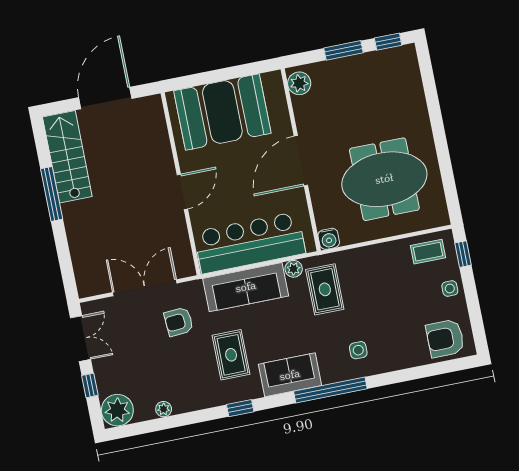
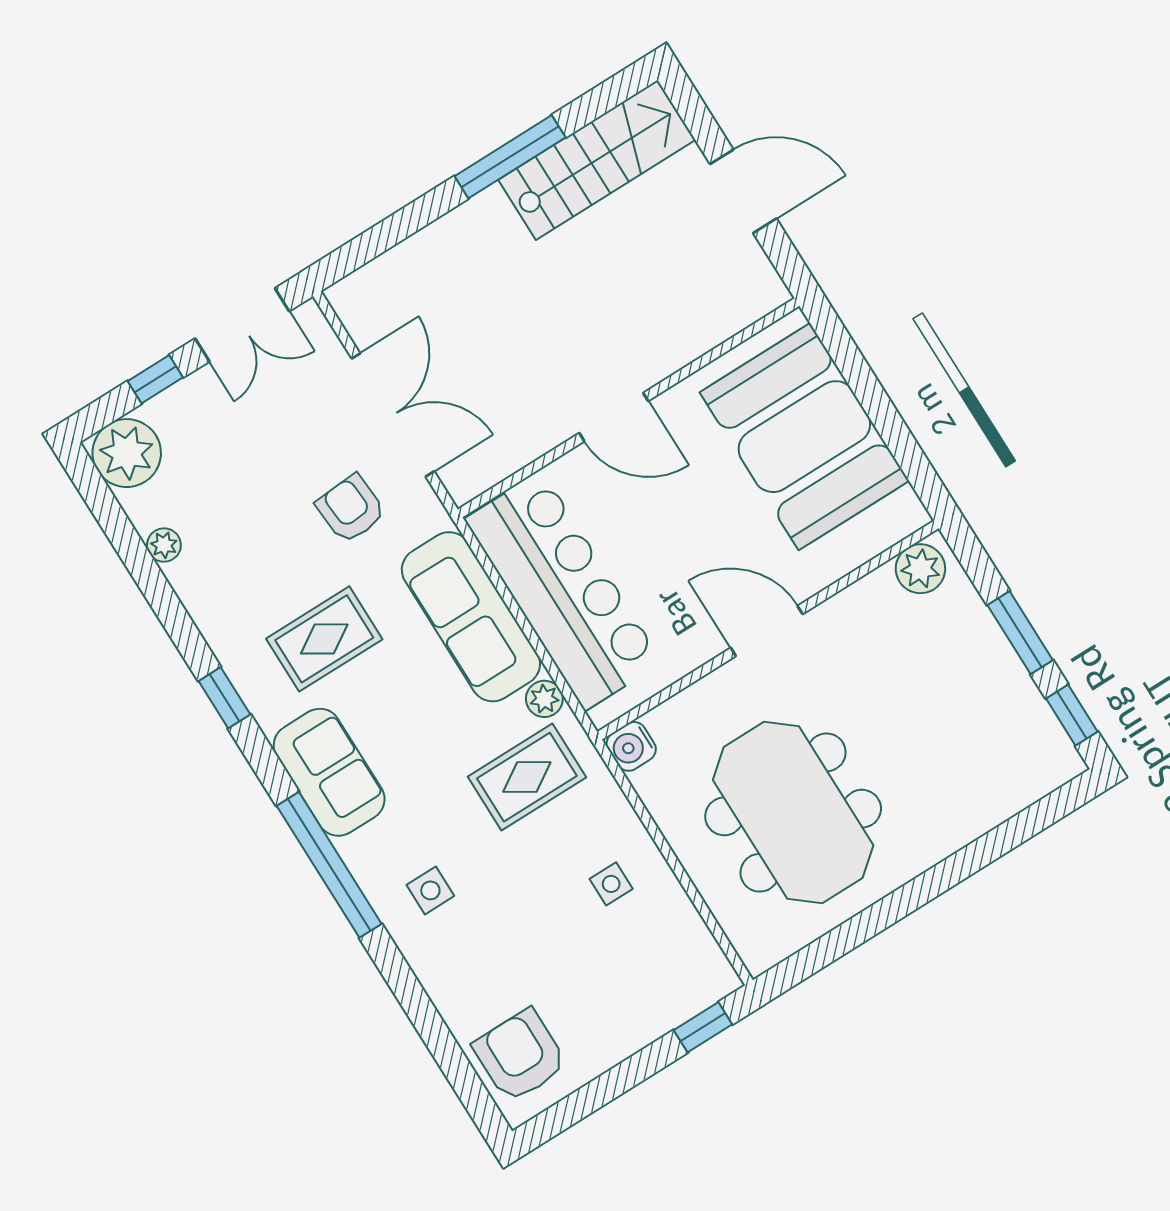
door: (105, 98) -> (743, 191), width x0.73
door: (301, 161) -> (767, 631), width x0.73
coffee table: (428, 252) -> (681, 955), removed
side table: (450, 289) -> (611, 884), moved

